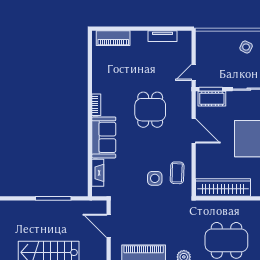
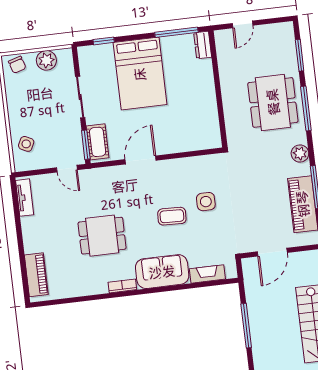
tv unit: (163, 36) -> (25, 198), moved
side table: (246, 47) -> (26, 144), moved
dining table: (150, 110) -> (102, 236), moved
coffee table: (177, 173) -> (172, 216), moved
wardrobe: (223, 188) -> (207, 115), removed

